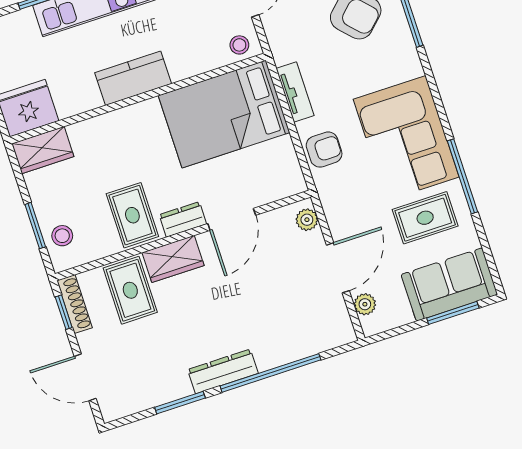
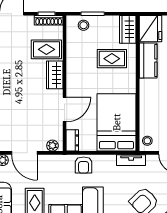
kitchen counter: (133, 78) -> (148, 61), moved
tv unit: (295, 92) -> (131, 160), moved
rug: (132, 215) -> (112, 59), moved
dresser: (183, 219) -> (72, 140), moved
door: (232, 219) -> (65, 109), swing flipped

